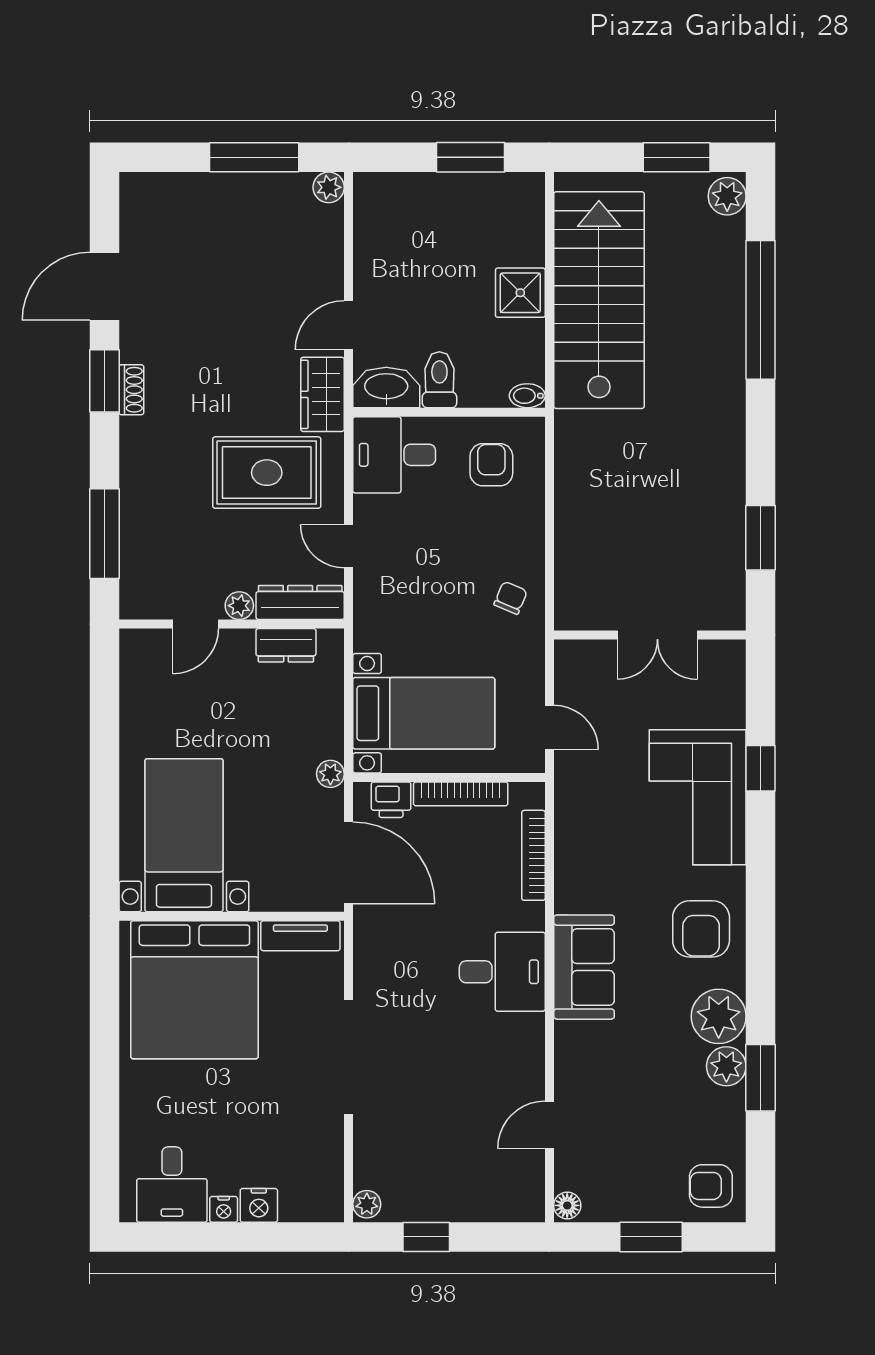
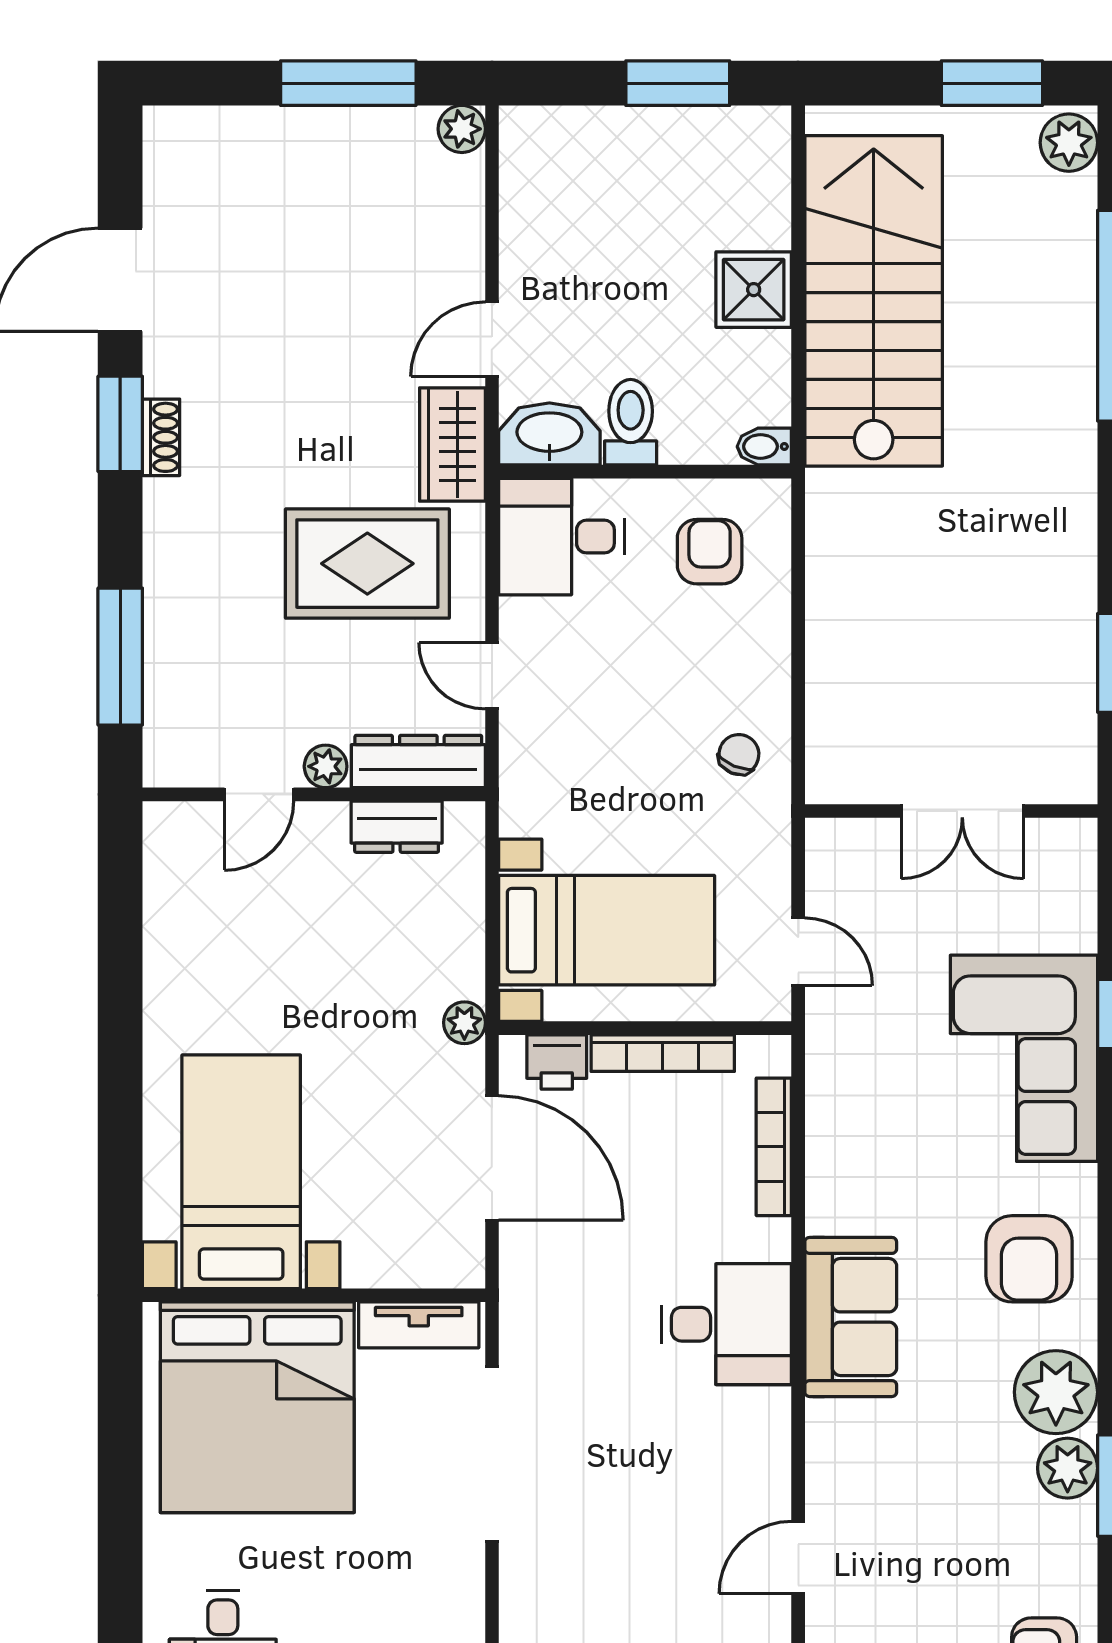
bed with nightstands: (184, 835) -> (241, 1172), moved
wall: (232, 916) -> (314, 1295), moved
tv unit: (300, 936) -> (419, 1325), moved
bed: (194, 990) -> (257, 1407), moved

